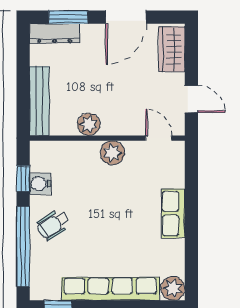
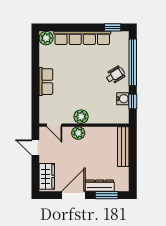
dresser: (55, 33) -> (100, 186), moved
plant: (89, 124) -> (78, 133), moved

